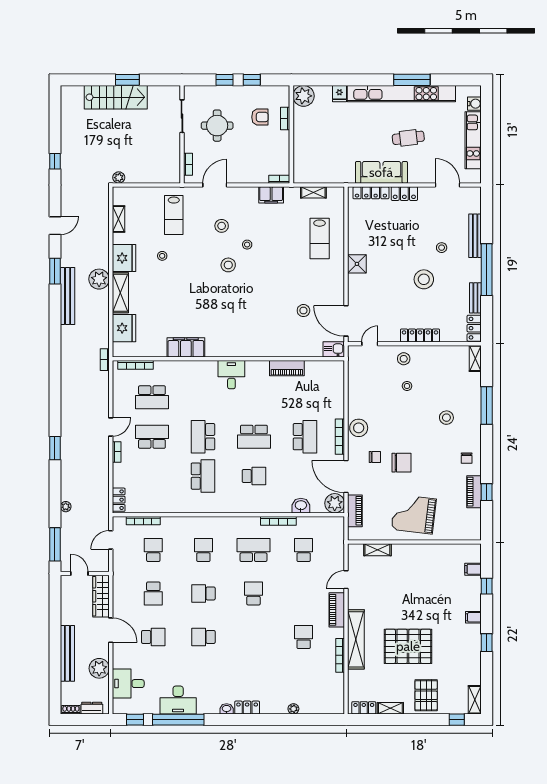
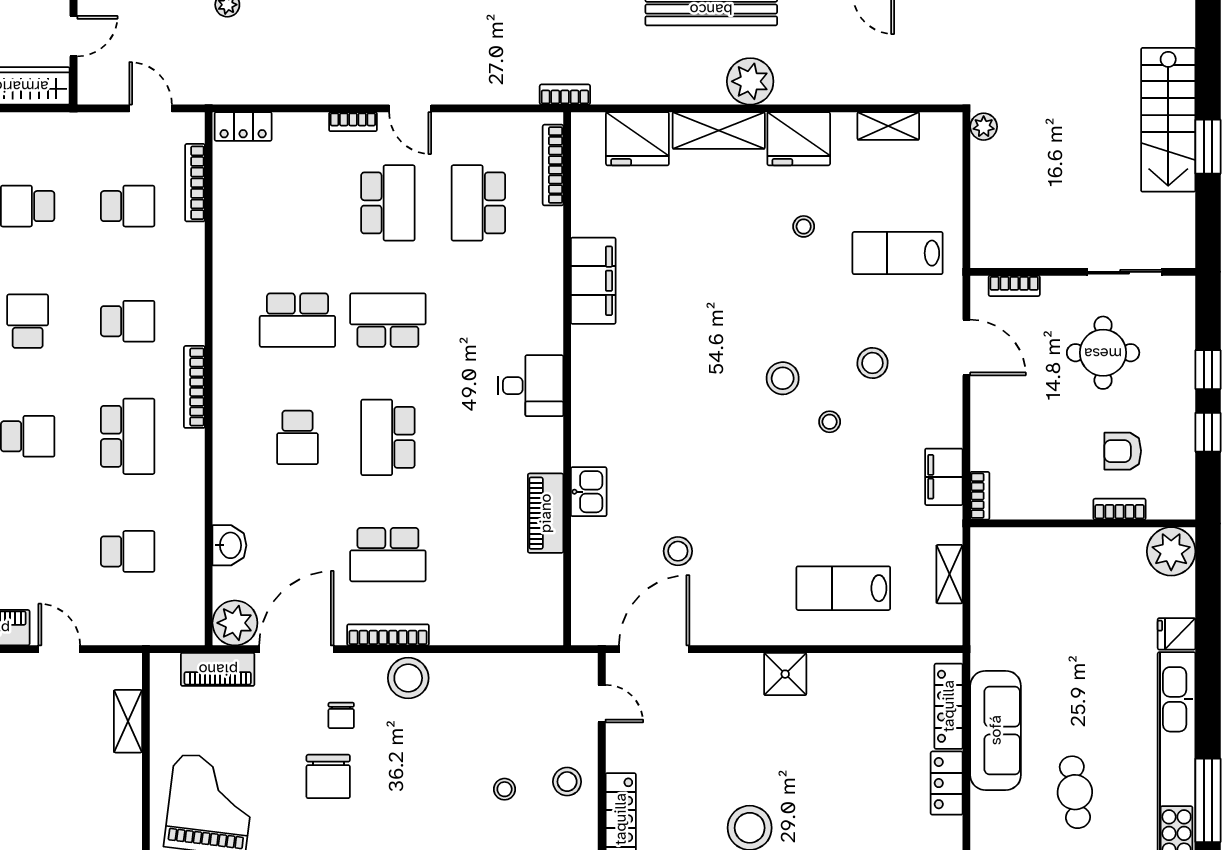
armchair: (260, 117) -> (1123, 451), turned 90
kitchen sink: (334, 349) -> (589, 492), moved
bookcase: (278, 521) -> (194, 387), moved

